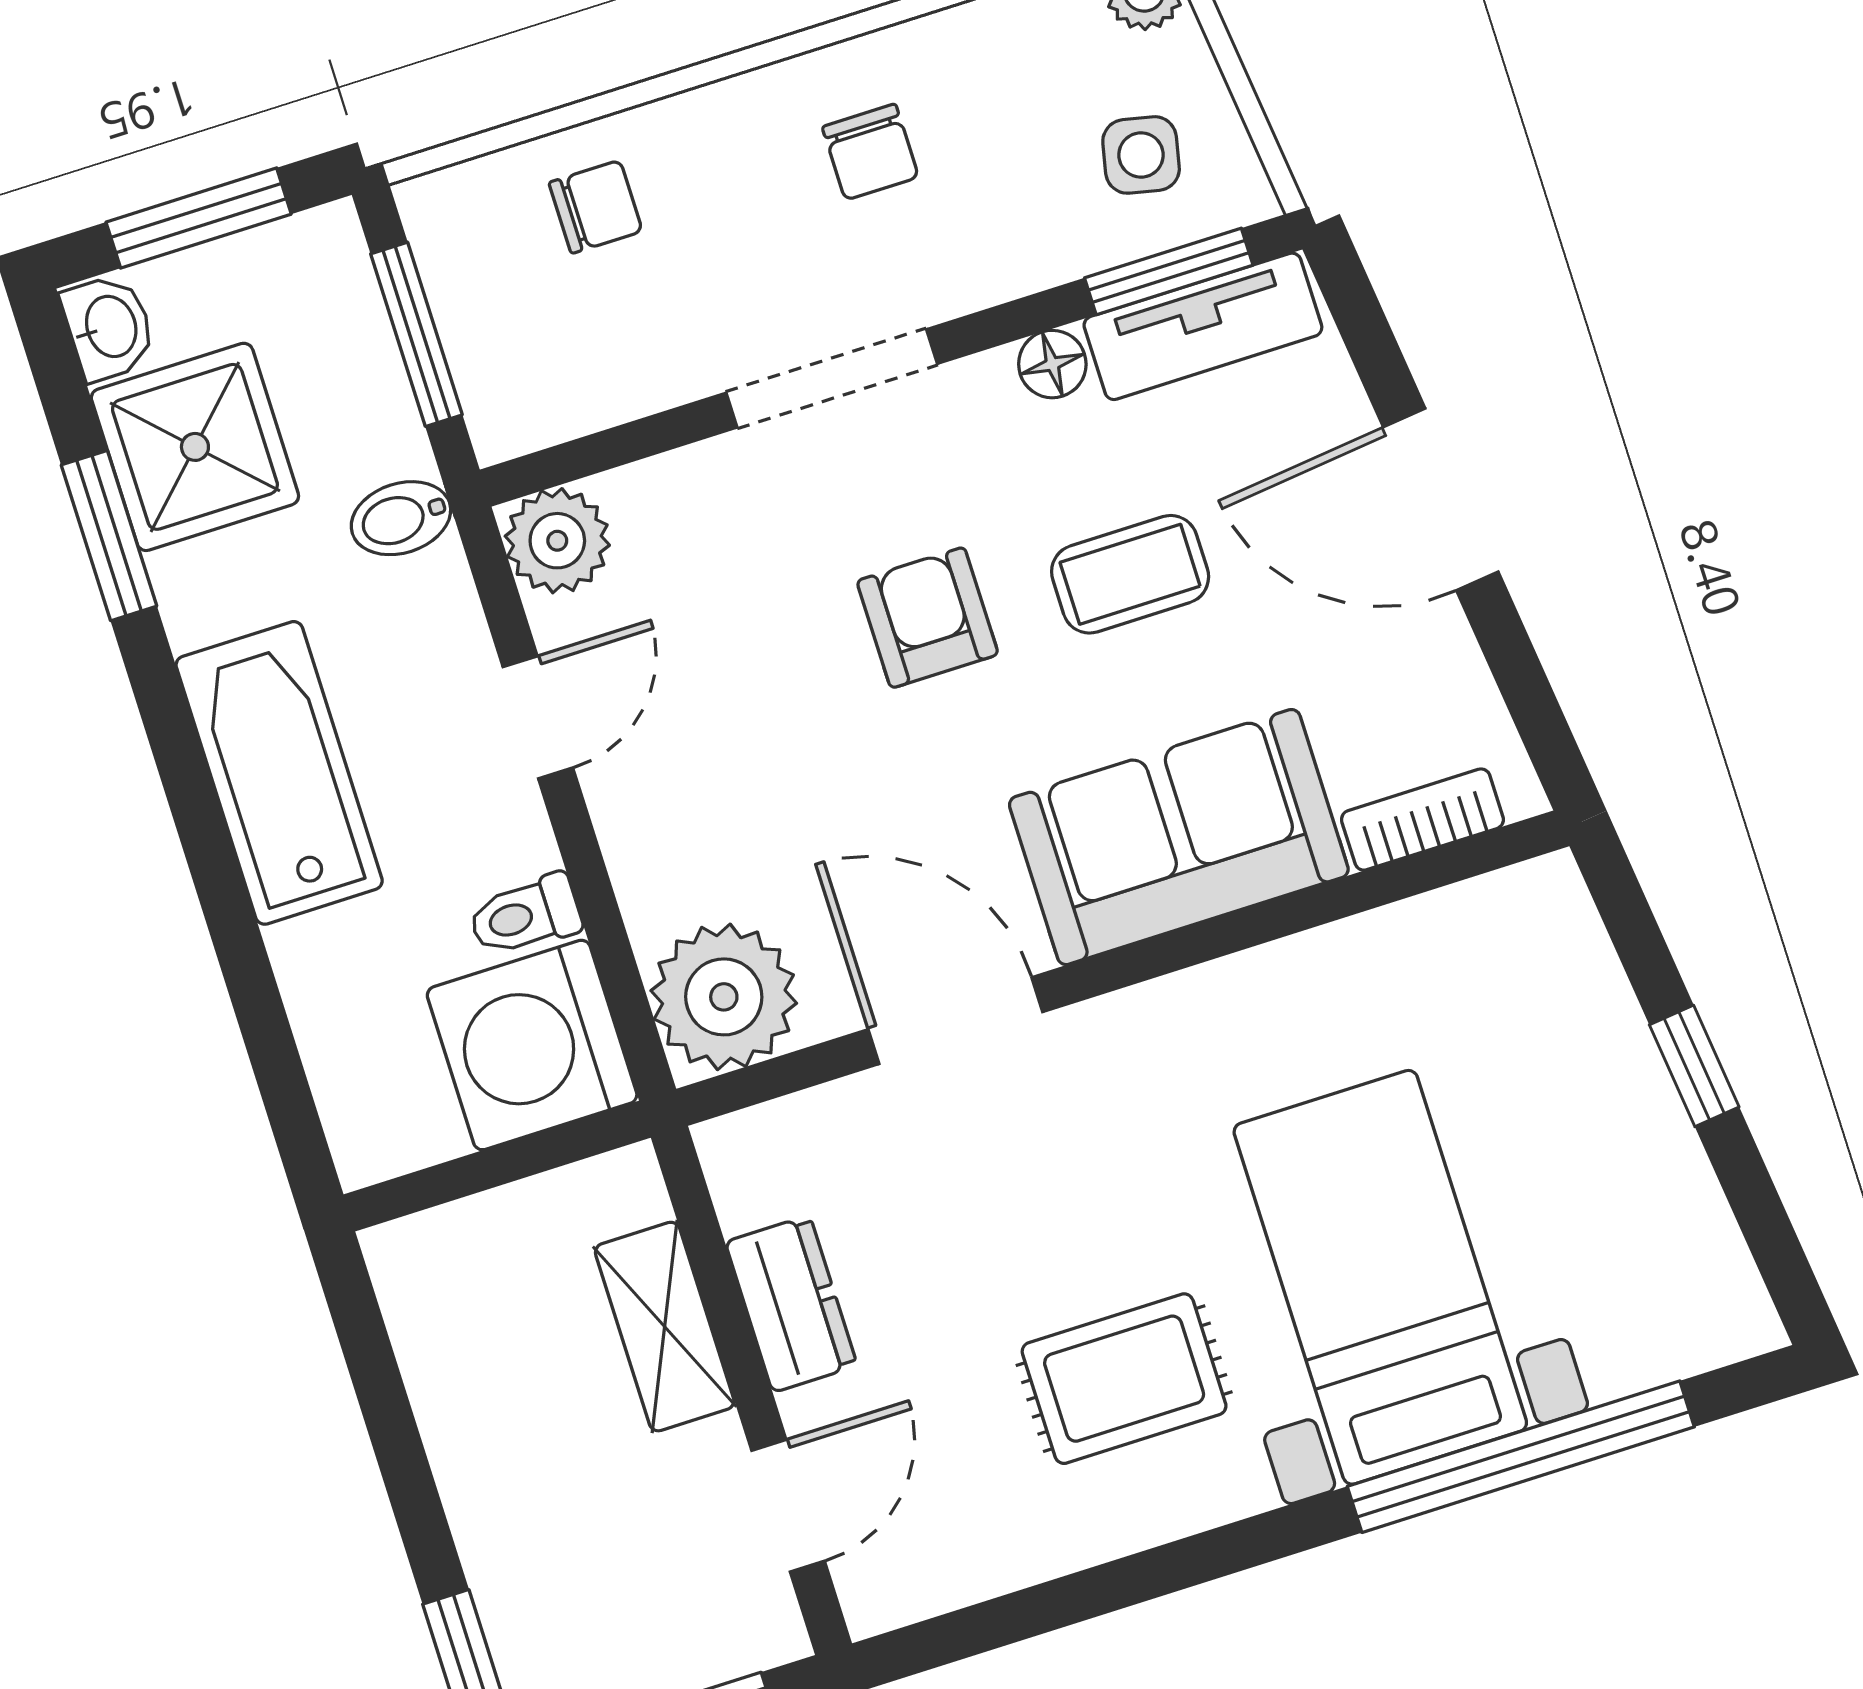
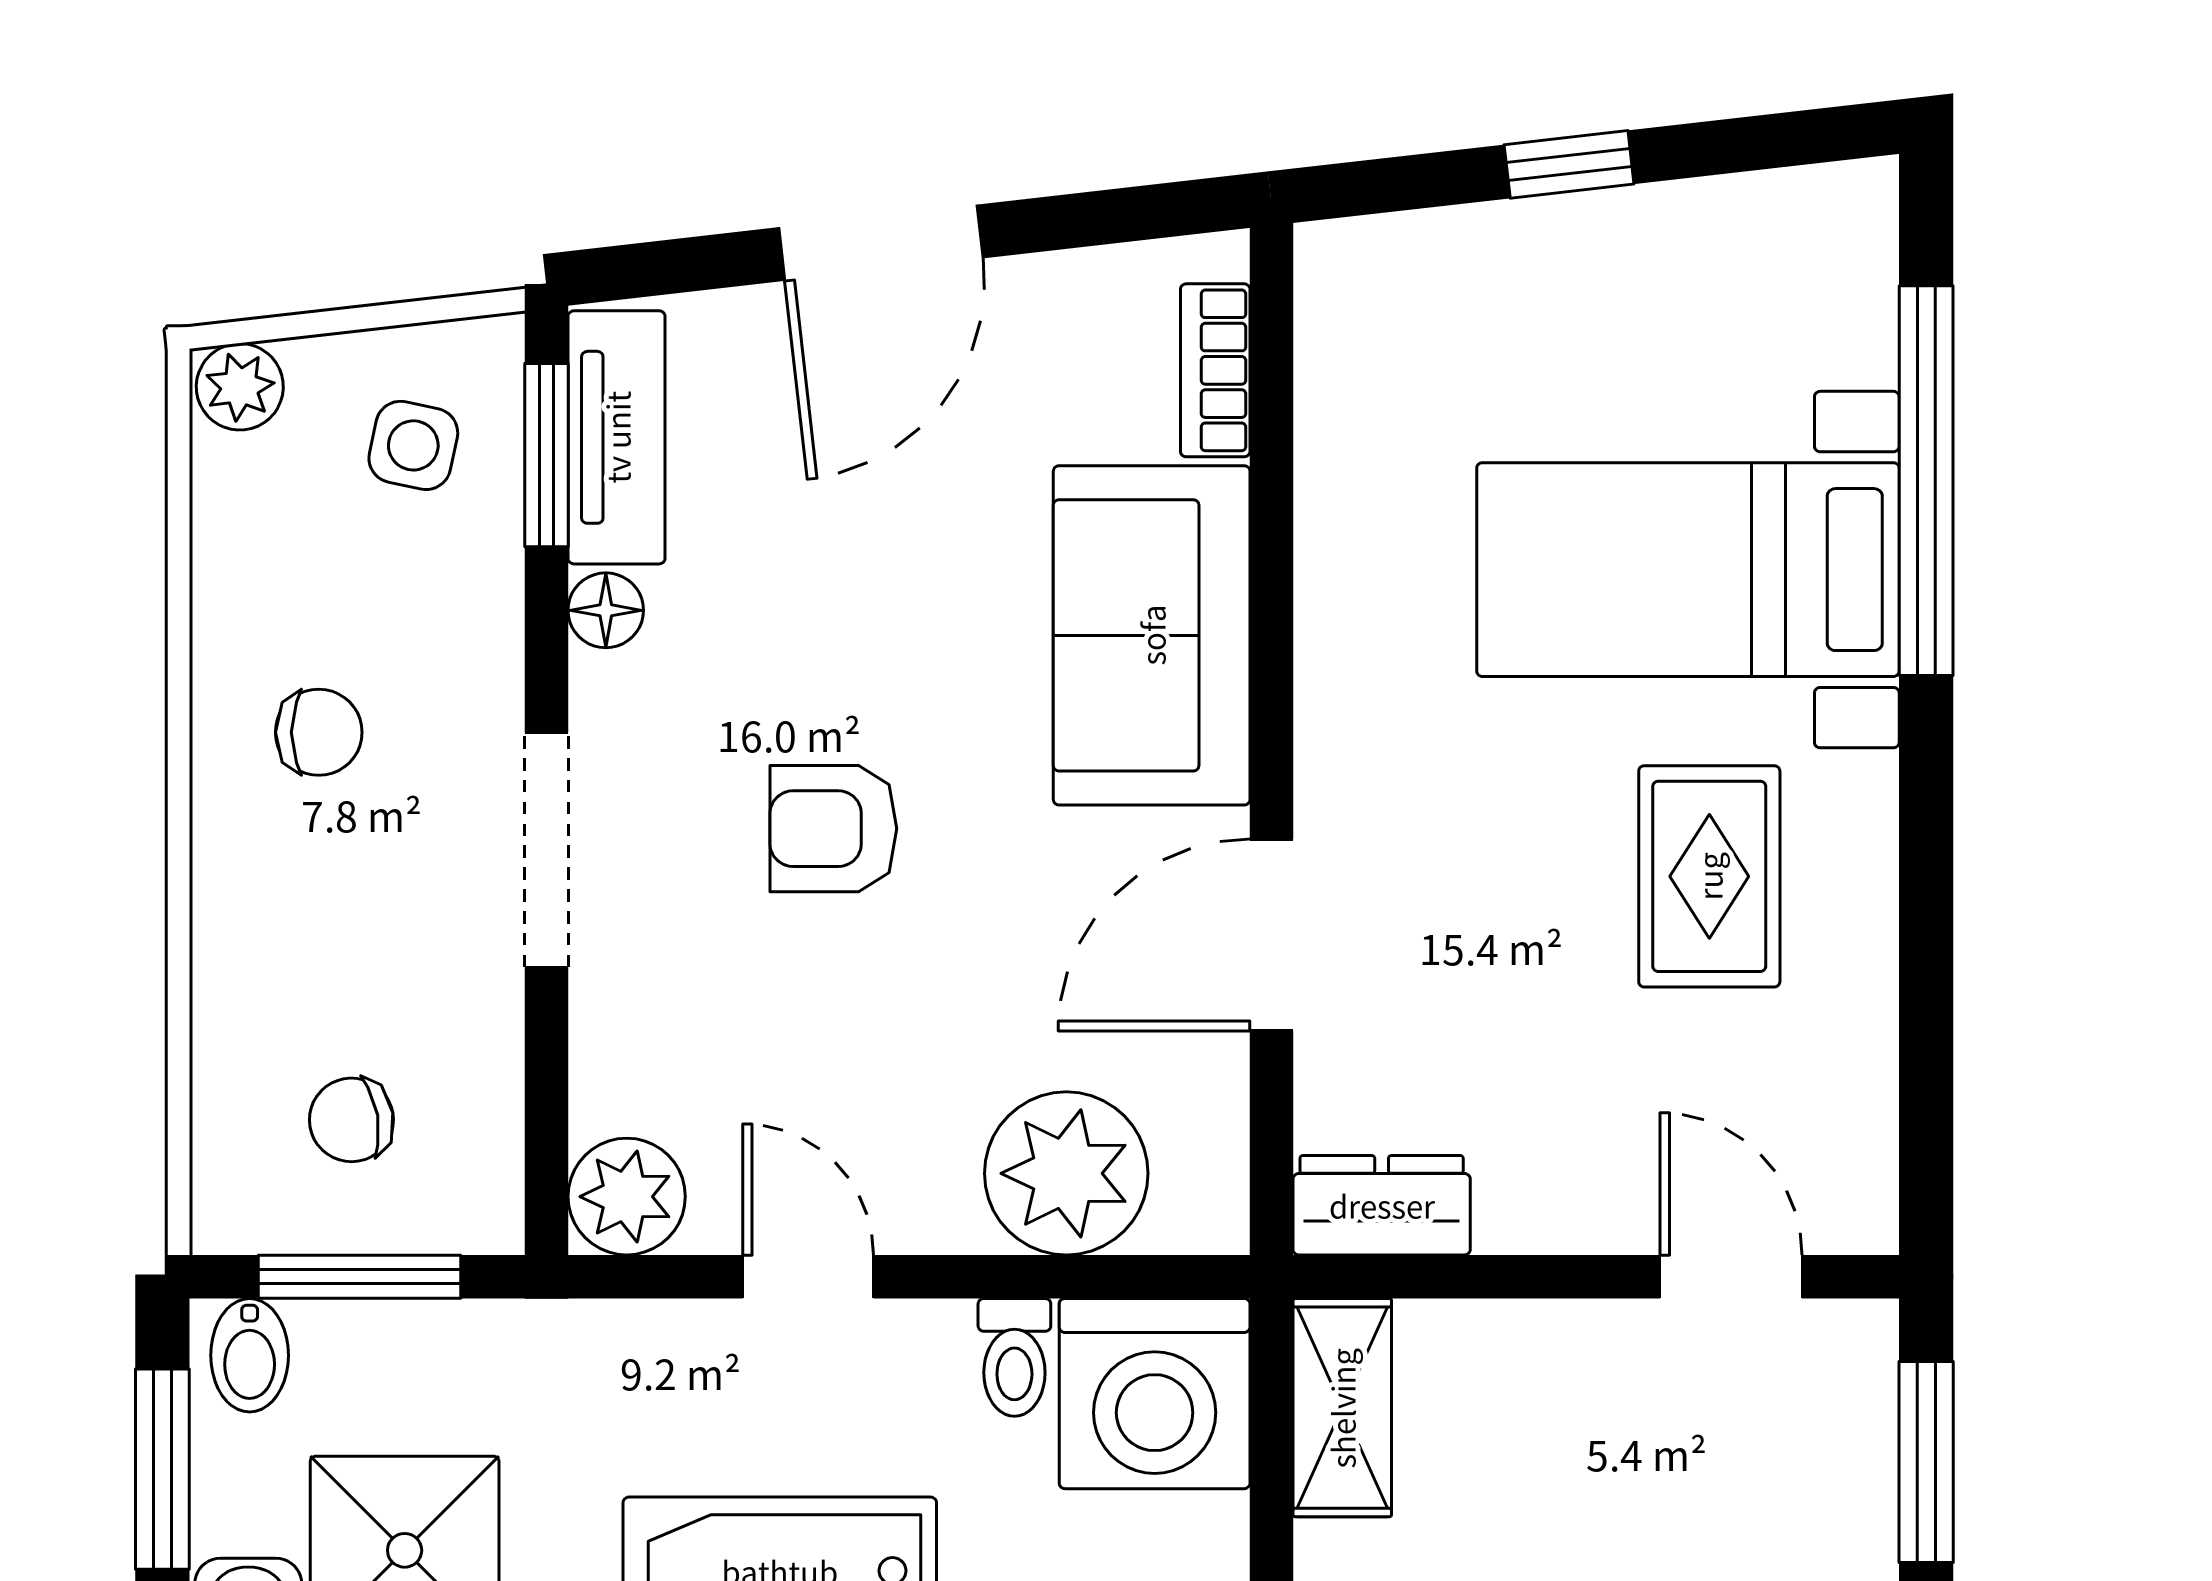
chair: (596, 207) -> (351, 1120), moved, turned -100
bidet: (401, 518) -> (250, 1355), moved
coffee table: (1130, 574) -> (856, 599), removed
plant: (724, 997) -> (1066, 1173), moved
dresser: (791, 1304) -> (1382, 1205), moved
shelving: (665, 1327) -> (1342, 1408), moved, turned 90

